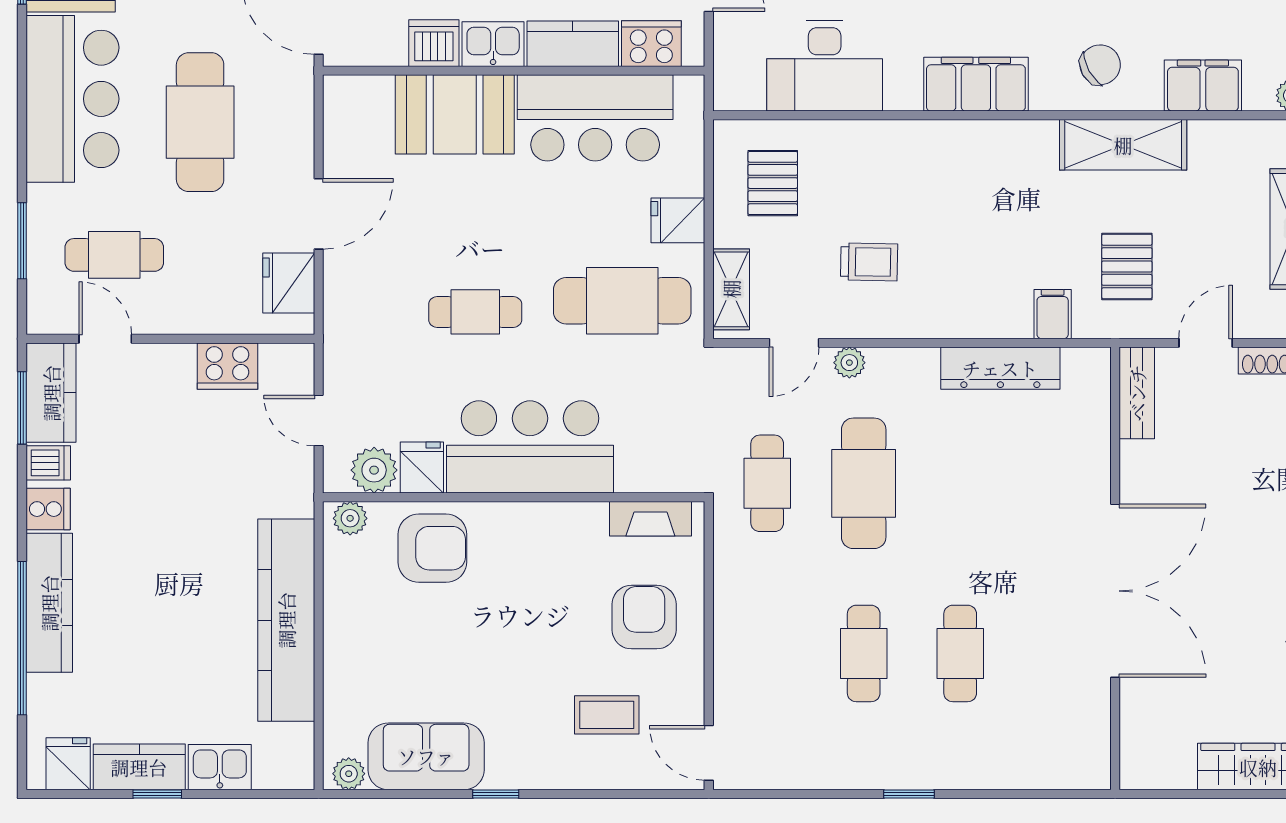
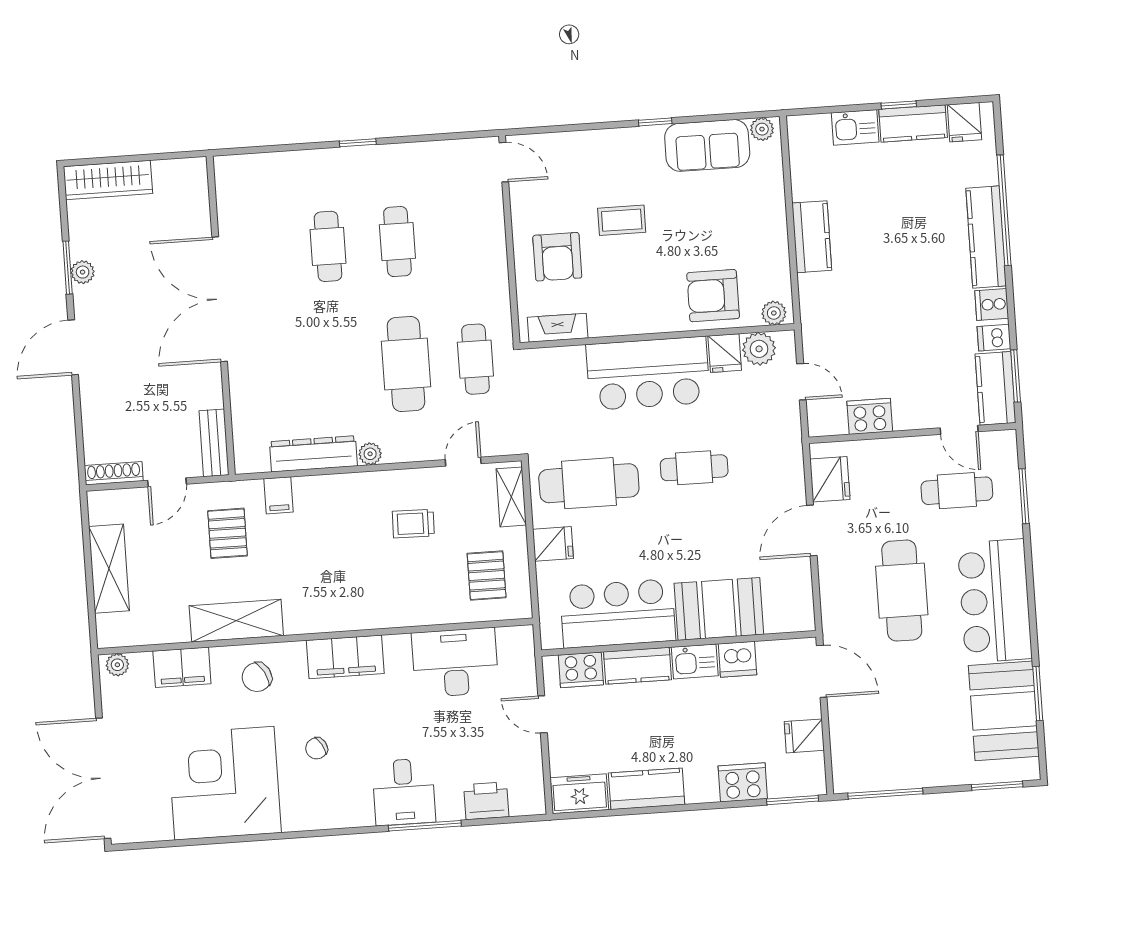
plant: (849, 363) -> (370, 454), moved
kitchen counter: (286, 620) -> (812, 237), width x0.48, depth x0.86
coffee table: (607, 715) -> (622, 220), moved

